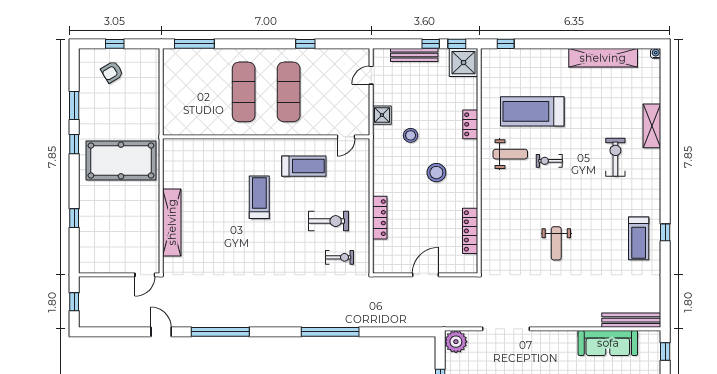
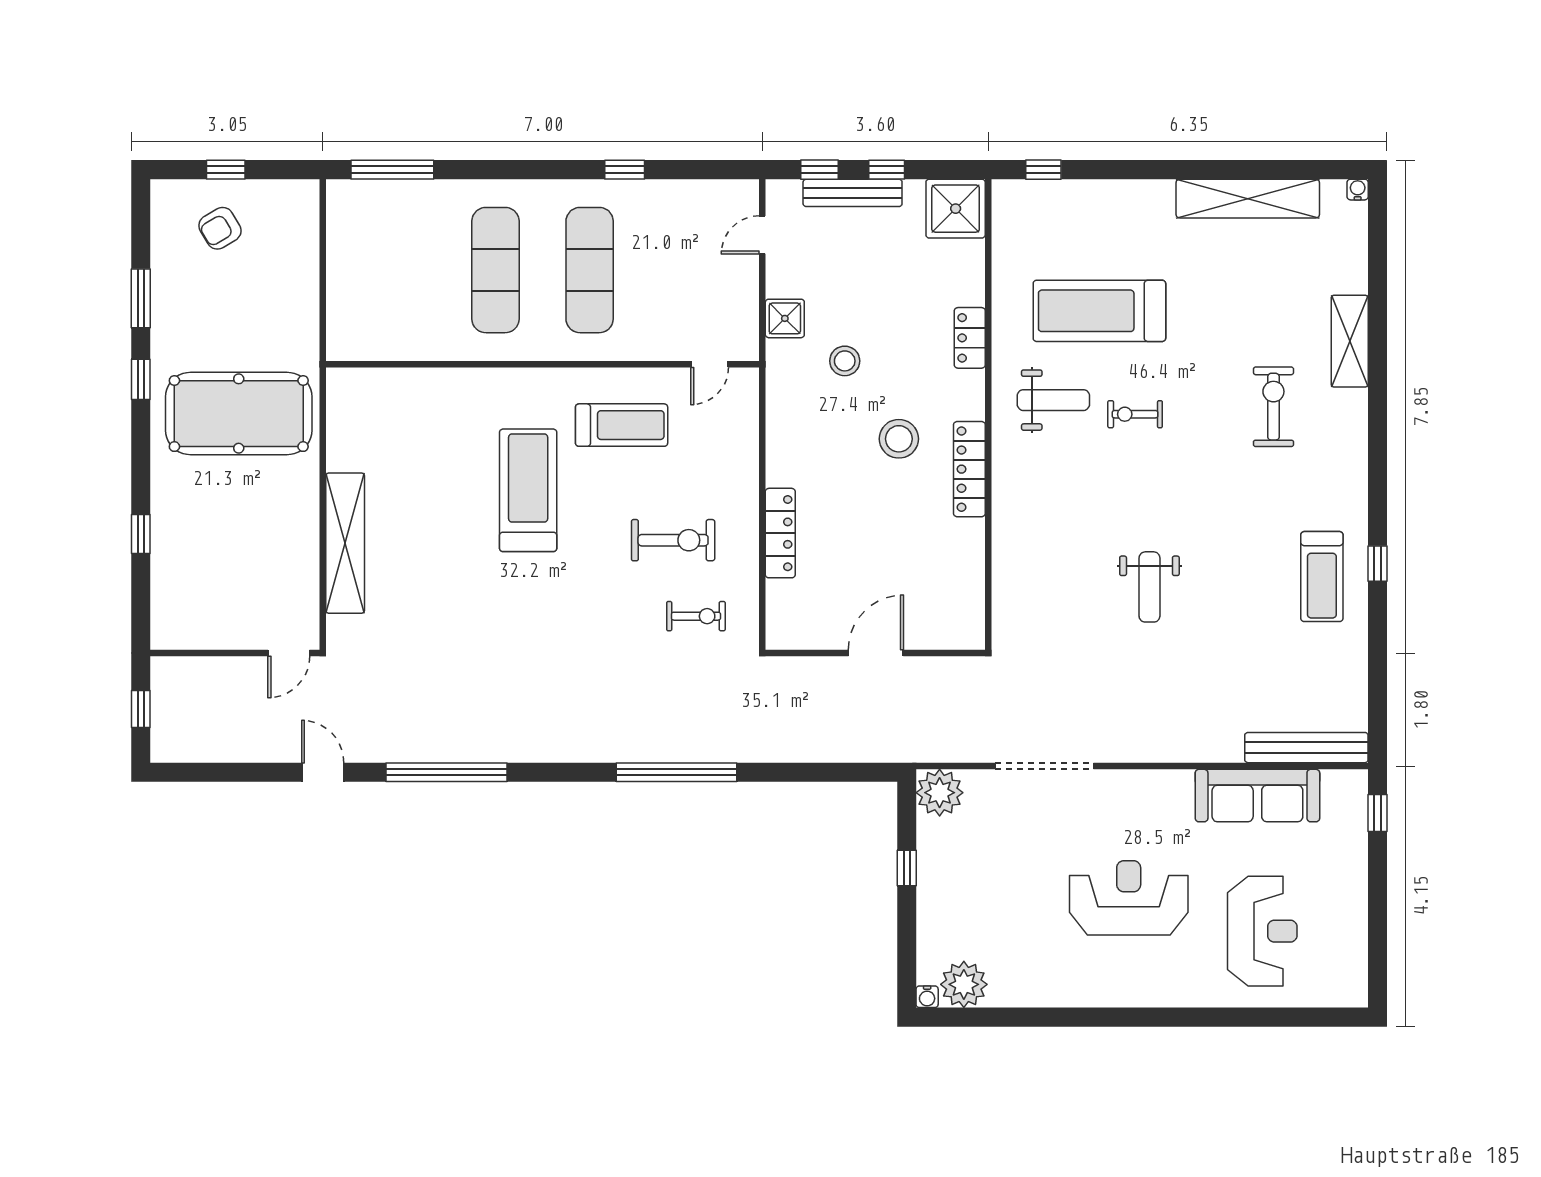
window: (457, 44) -> (820, 170), moved
treadmill: (259, 197) -> (528, 490), width x1.37, depth x1.38
locker: (470, 231) -> (969, 469), moved

